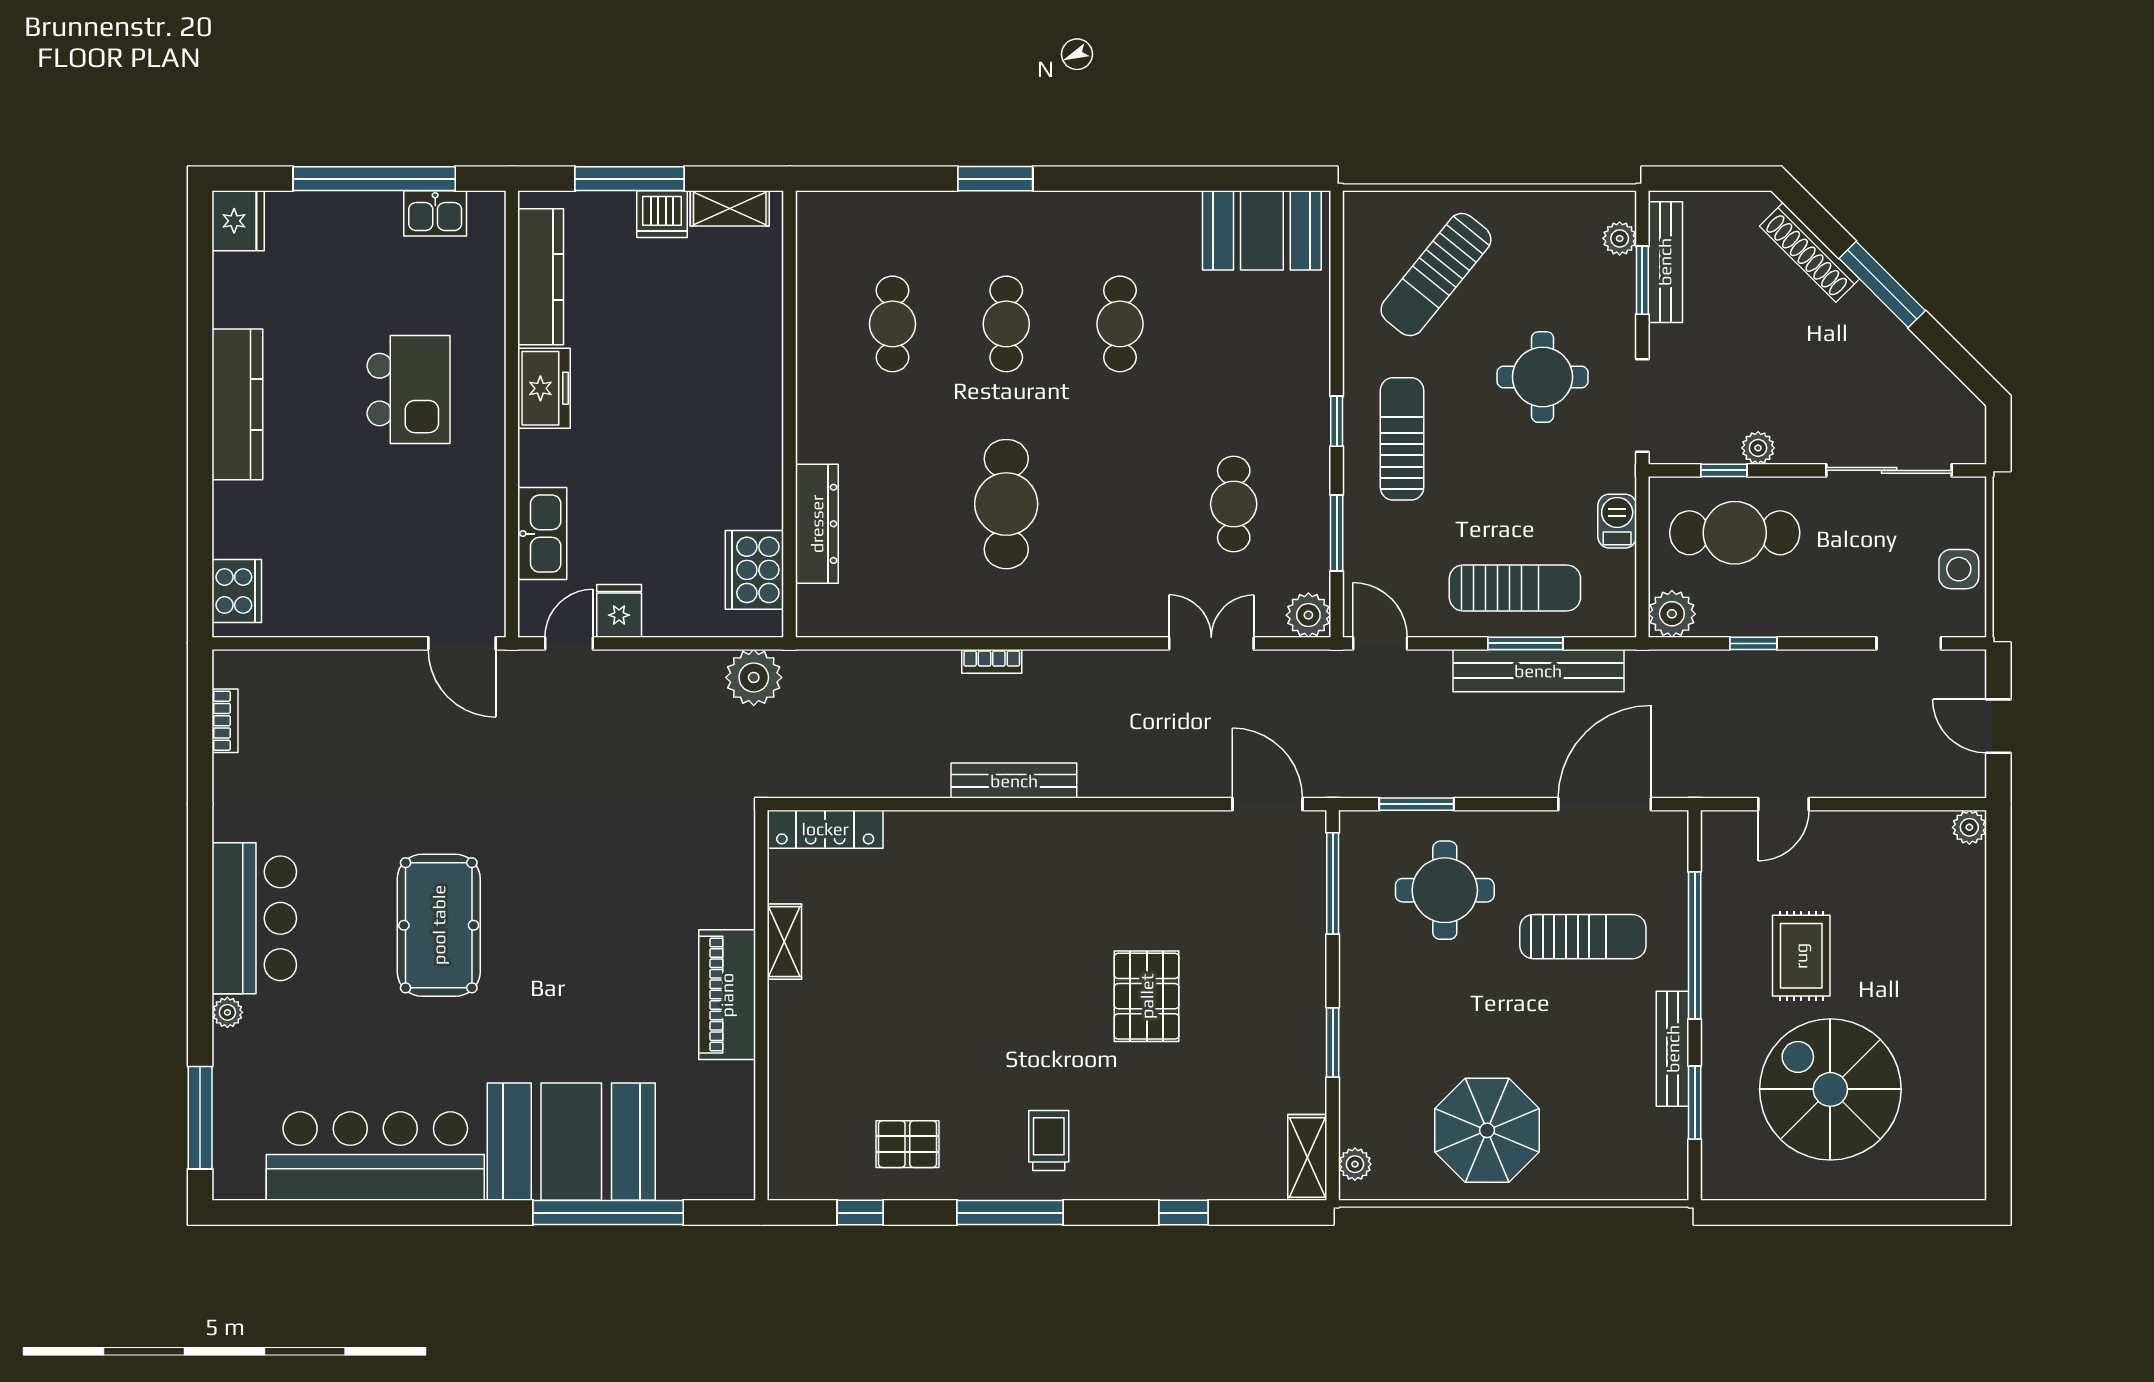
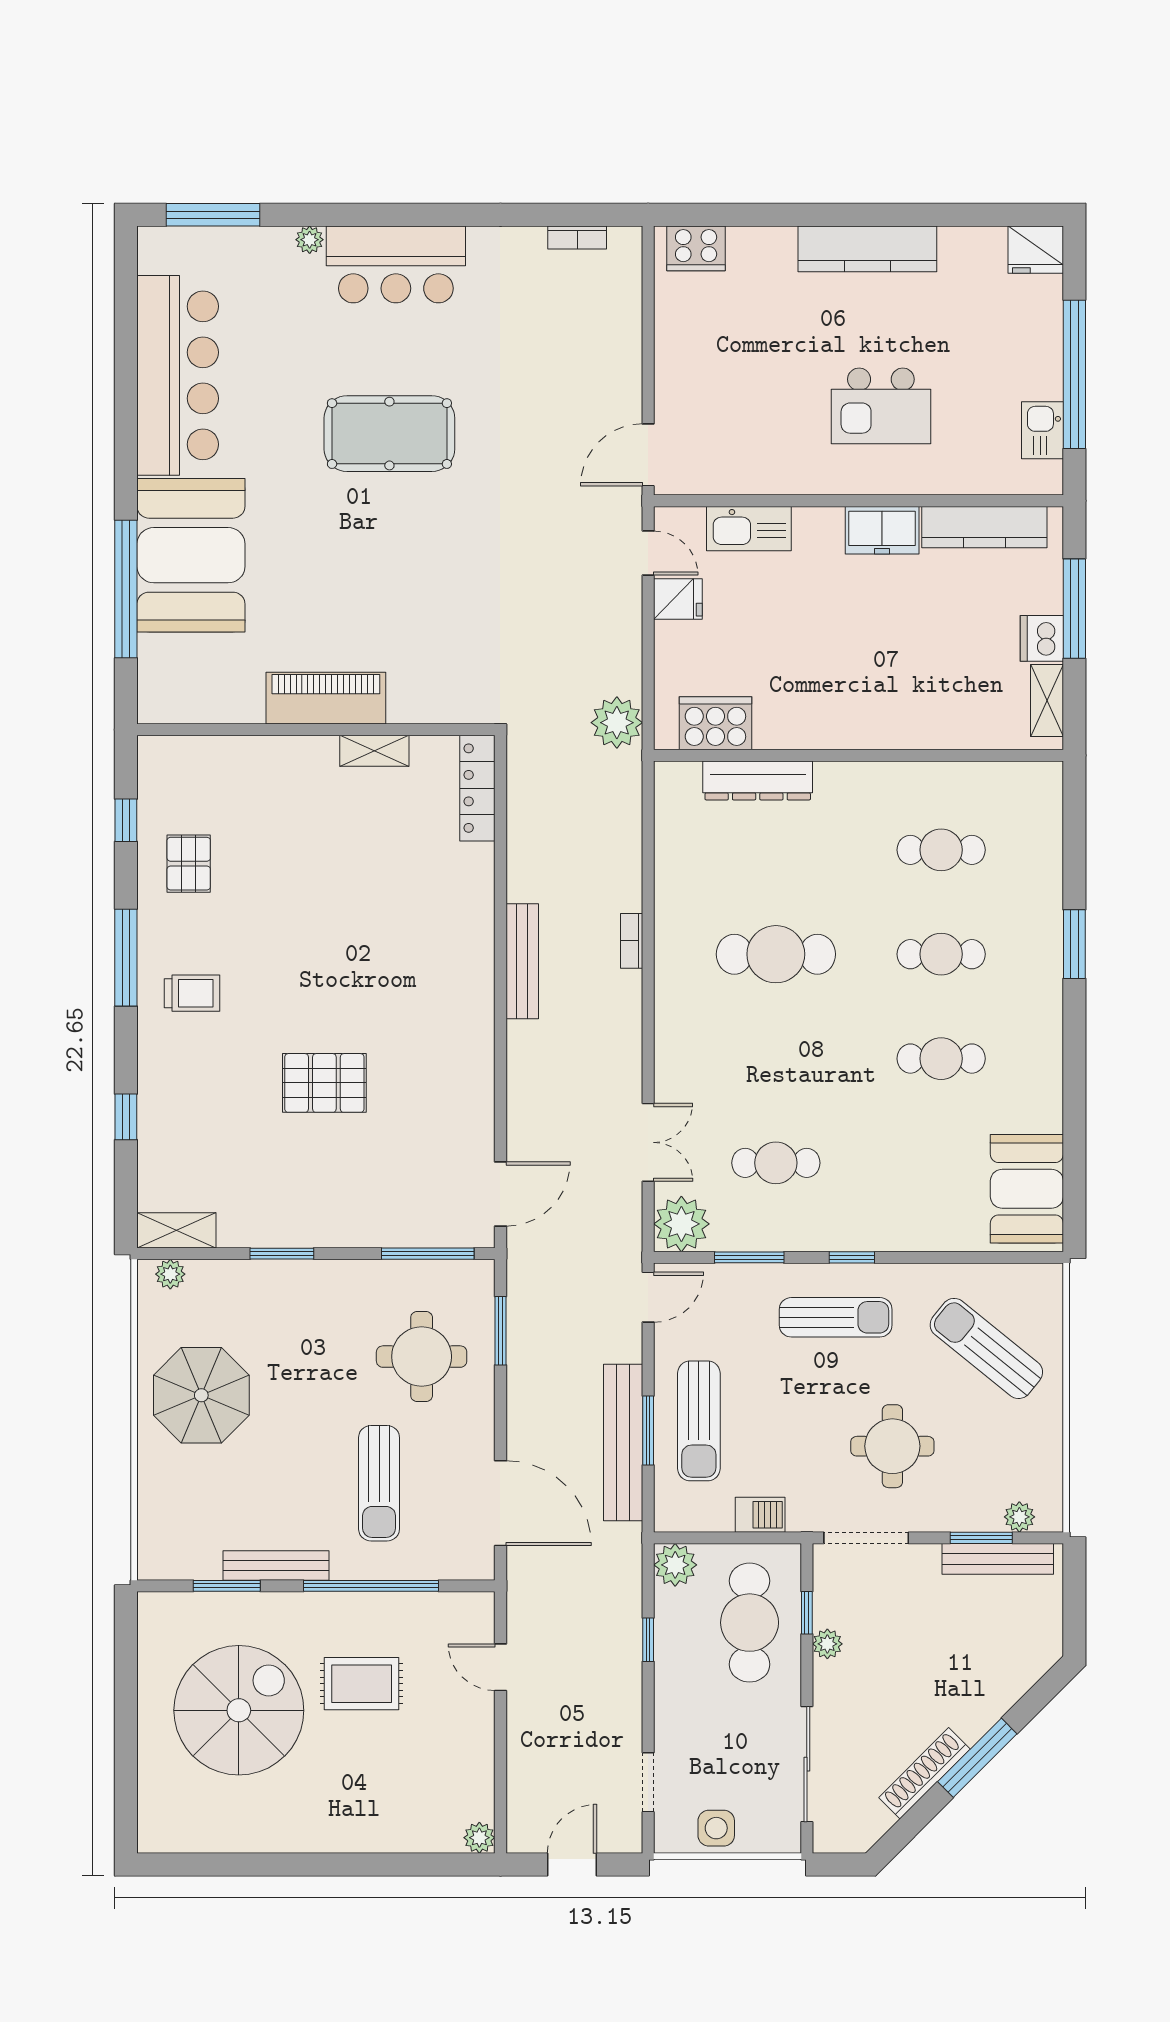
shoe rack: (1810, 252) -> (924, 1773), moved
plant: (1308, 615) -> (681, 1224), width x1.36, depth x1.36

